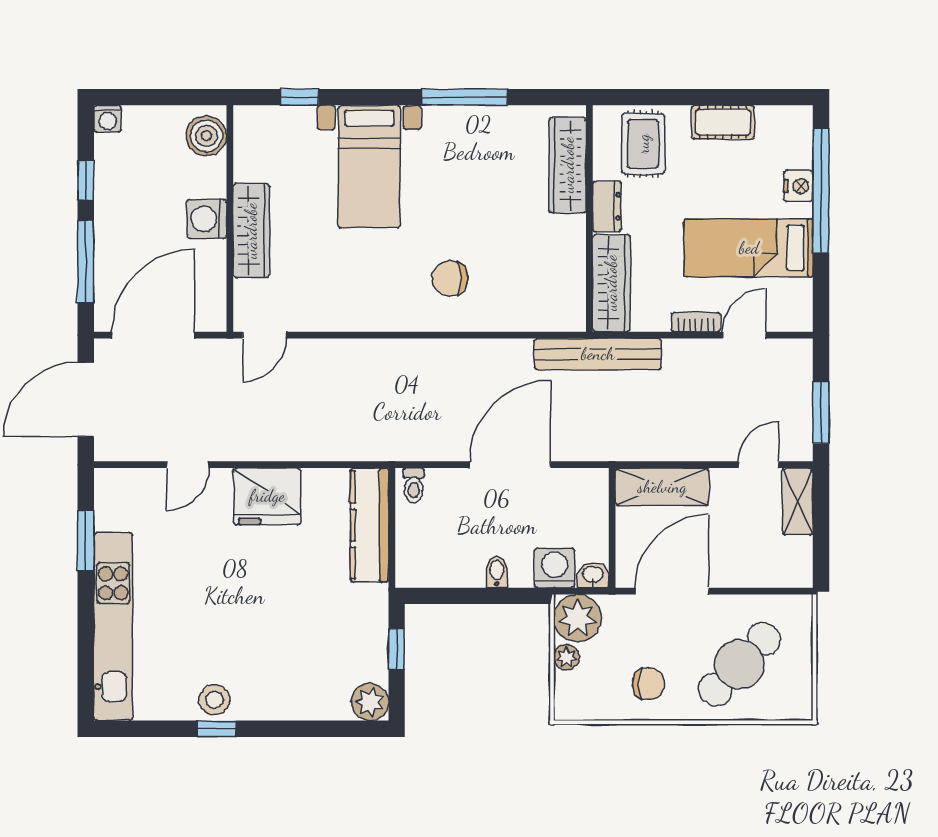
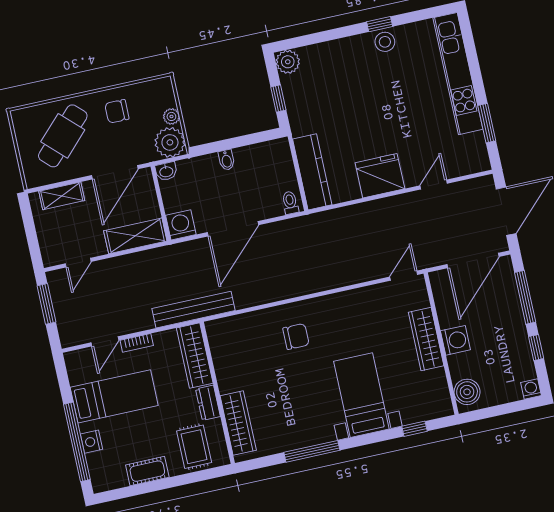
shelving: (798, 502) -> (62, 196), moved, turned 90
washing machine: (555, 568) -> (181, 225), moved, turned 180

